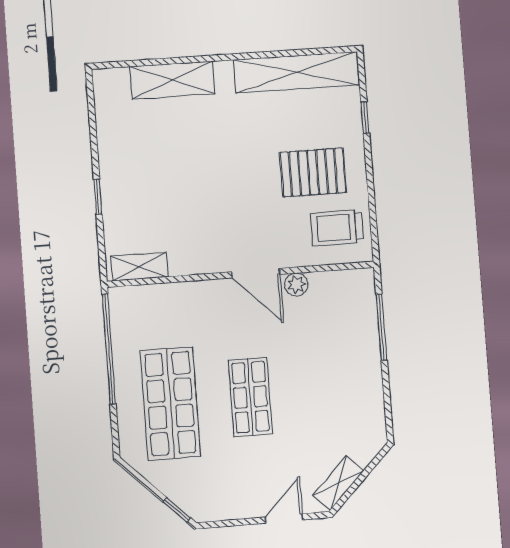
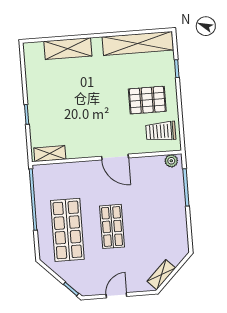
plant: (296, 284) -> (171, 161), moved
door: (284, 518) -> (116, 295), moved

